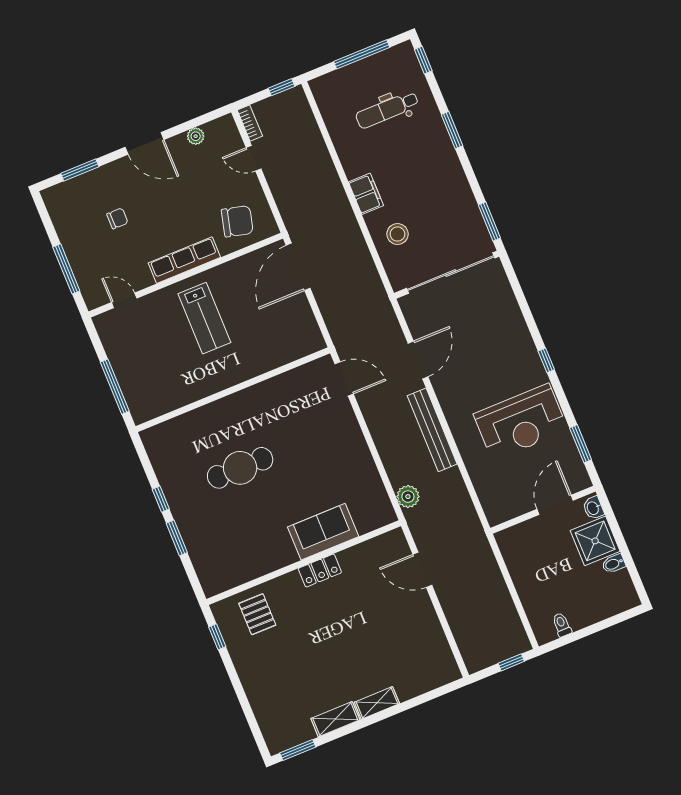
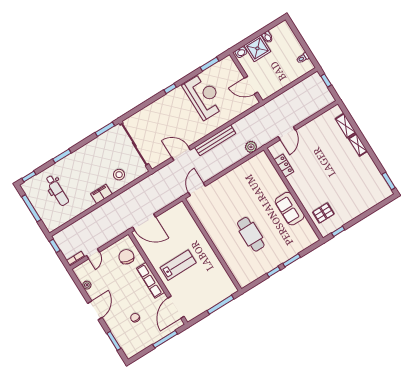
door: (124, 300) -> (176, 307), width x1.87
door: (555, 505) -> (251, 85), moved
sofa: (323, 532) -> (290, 209), moved
locker: (320, 571) -> (284, 166), moved
shelving: (335, 719) -> (346, 126), moved

